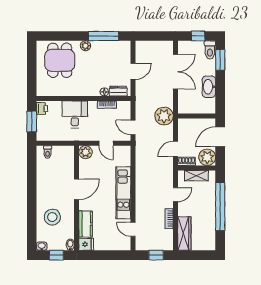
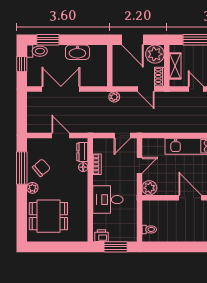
chair: (104, 54) -> (41, 168), added
plant: (164, 116) -> (114, 97), width x0.53, depth x0.53

